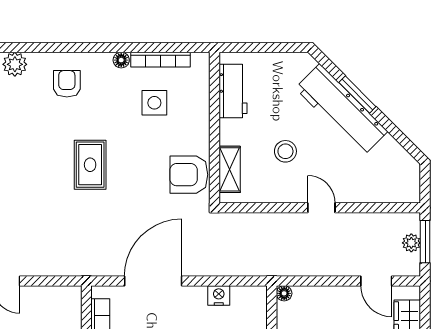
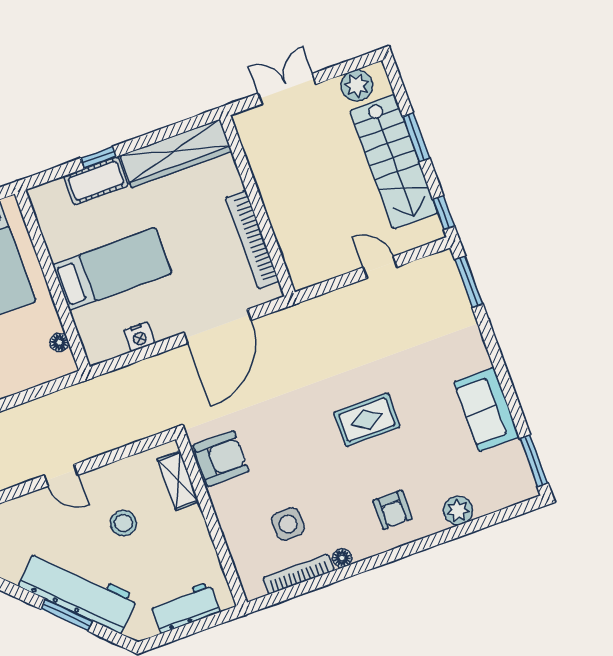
workbench: (233, 91) -> (185, 608), moved, turned 90
rug: (90, 165) -> (367, 420), moved, turned 90
floor lamp: (284, 293) -> (59, 342), moved

